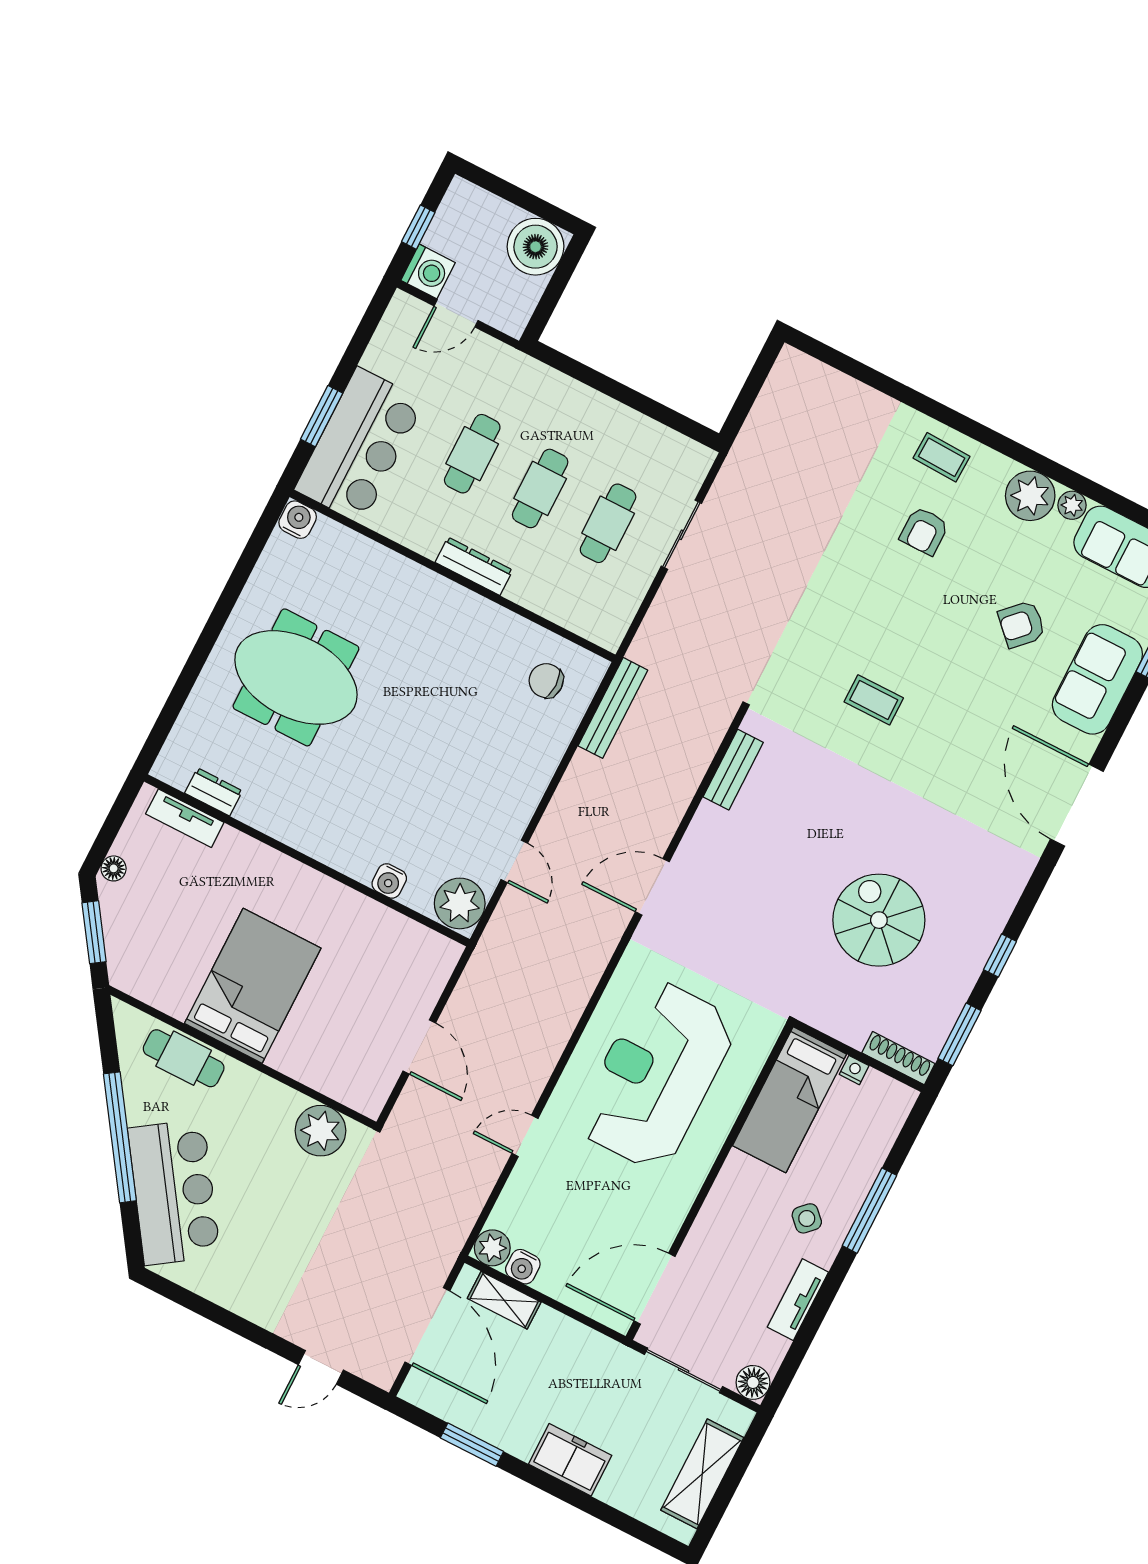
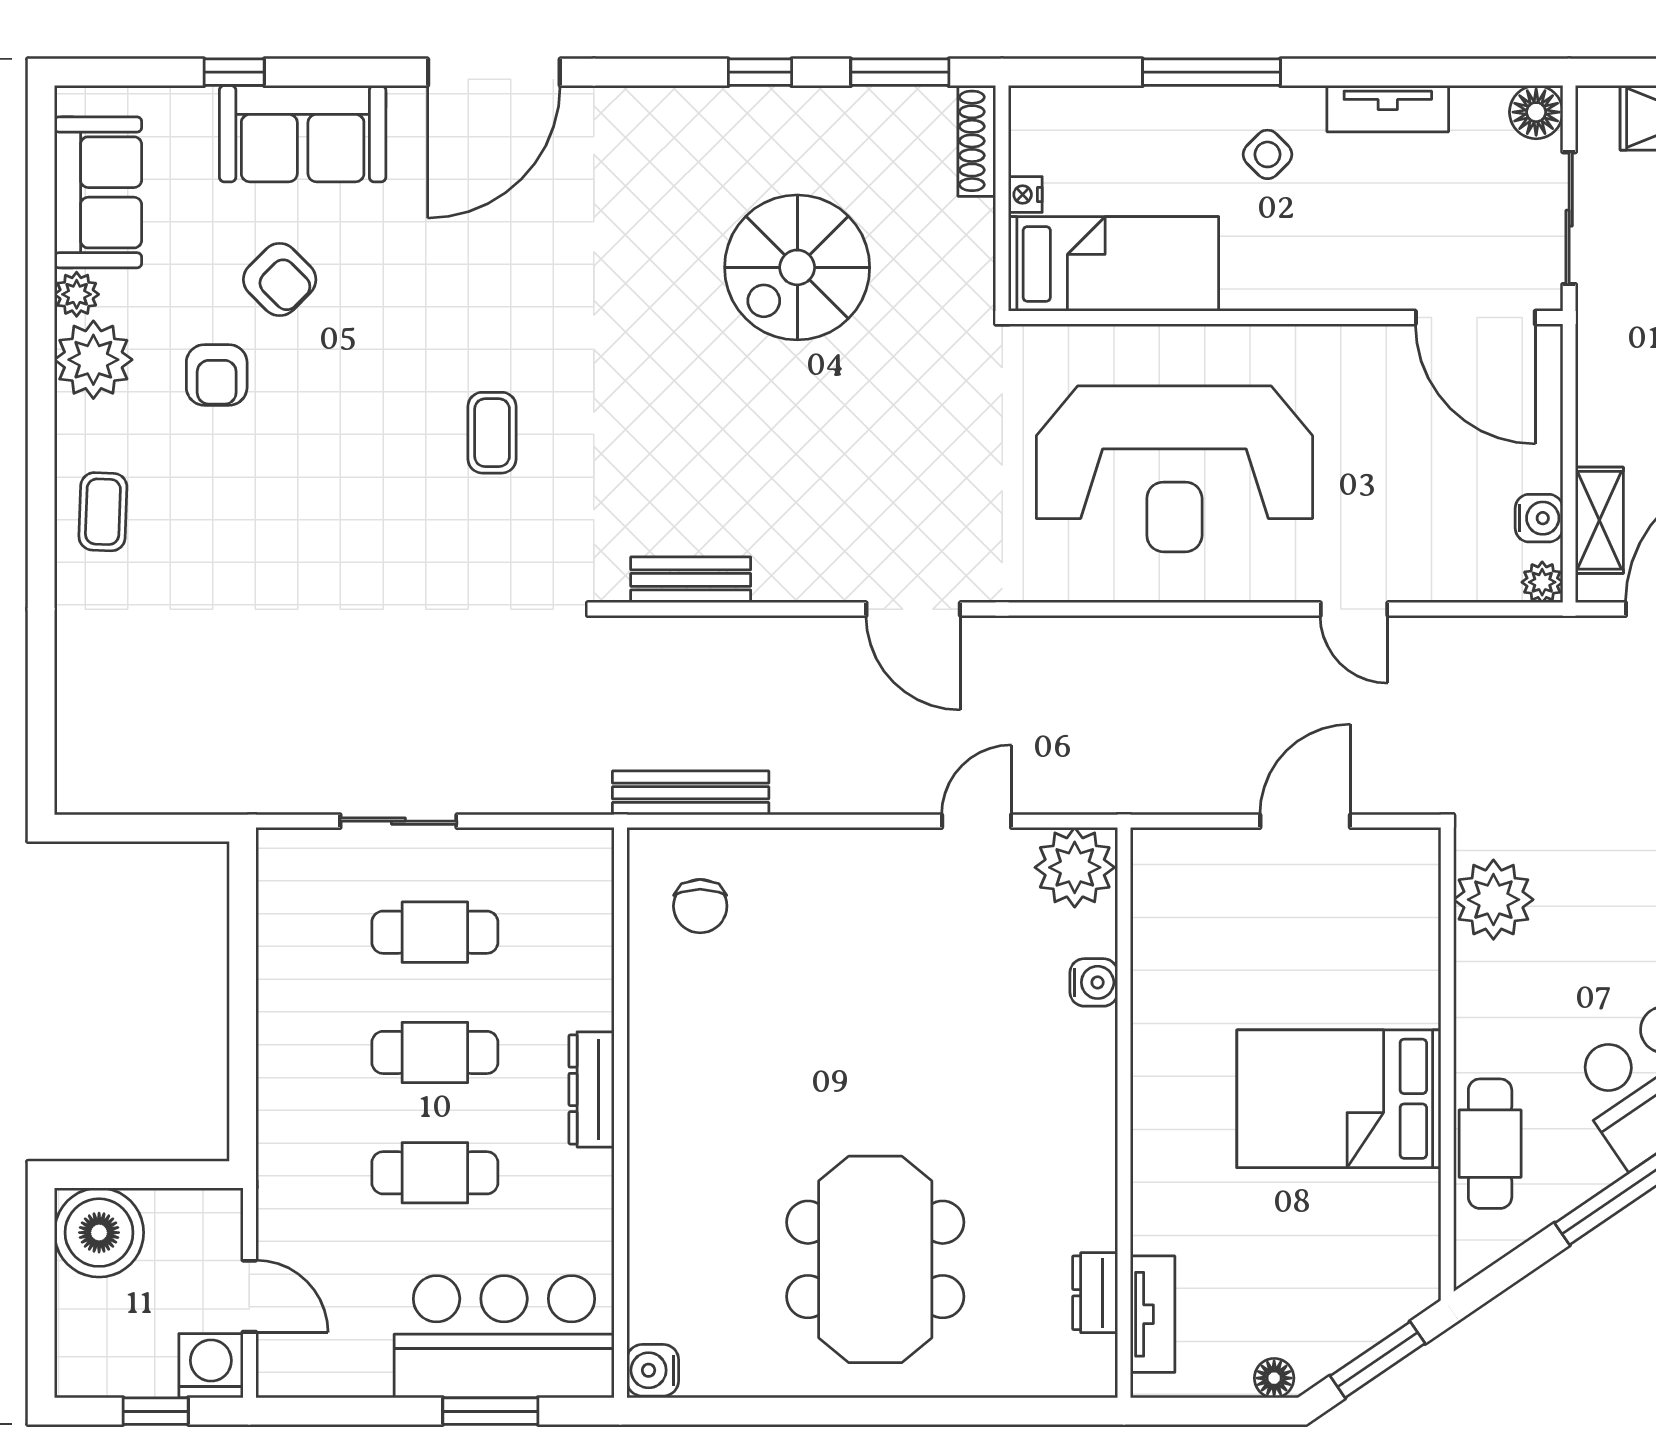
armchair: (924, 531) -> (217, 375), moved, turned 90
plant: (492, 1248) -> (1542, 582), width x0.73, depth x0.73

